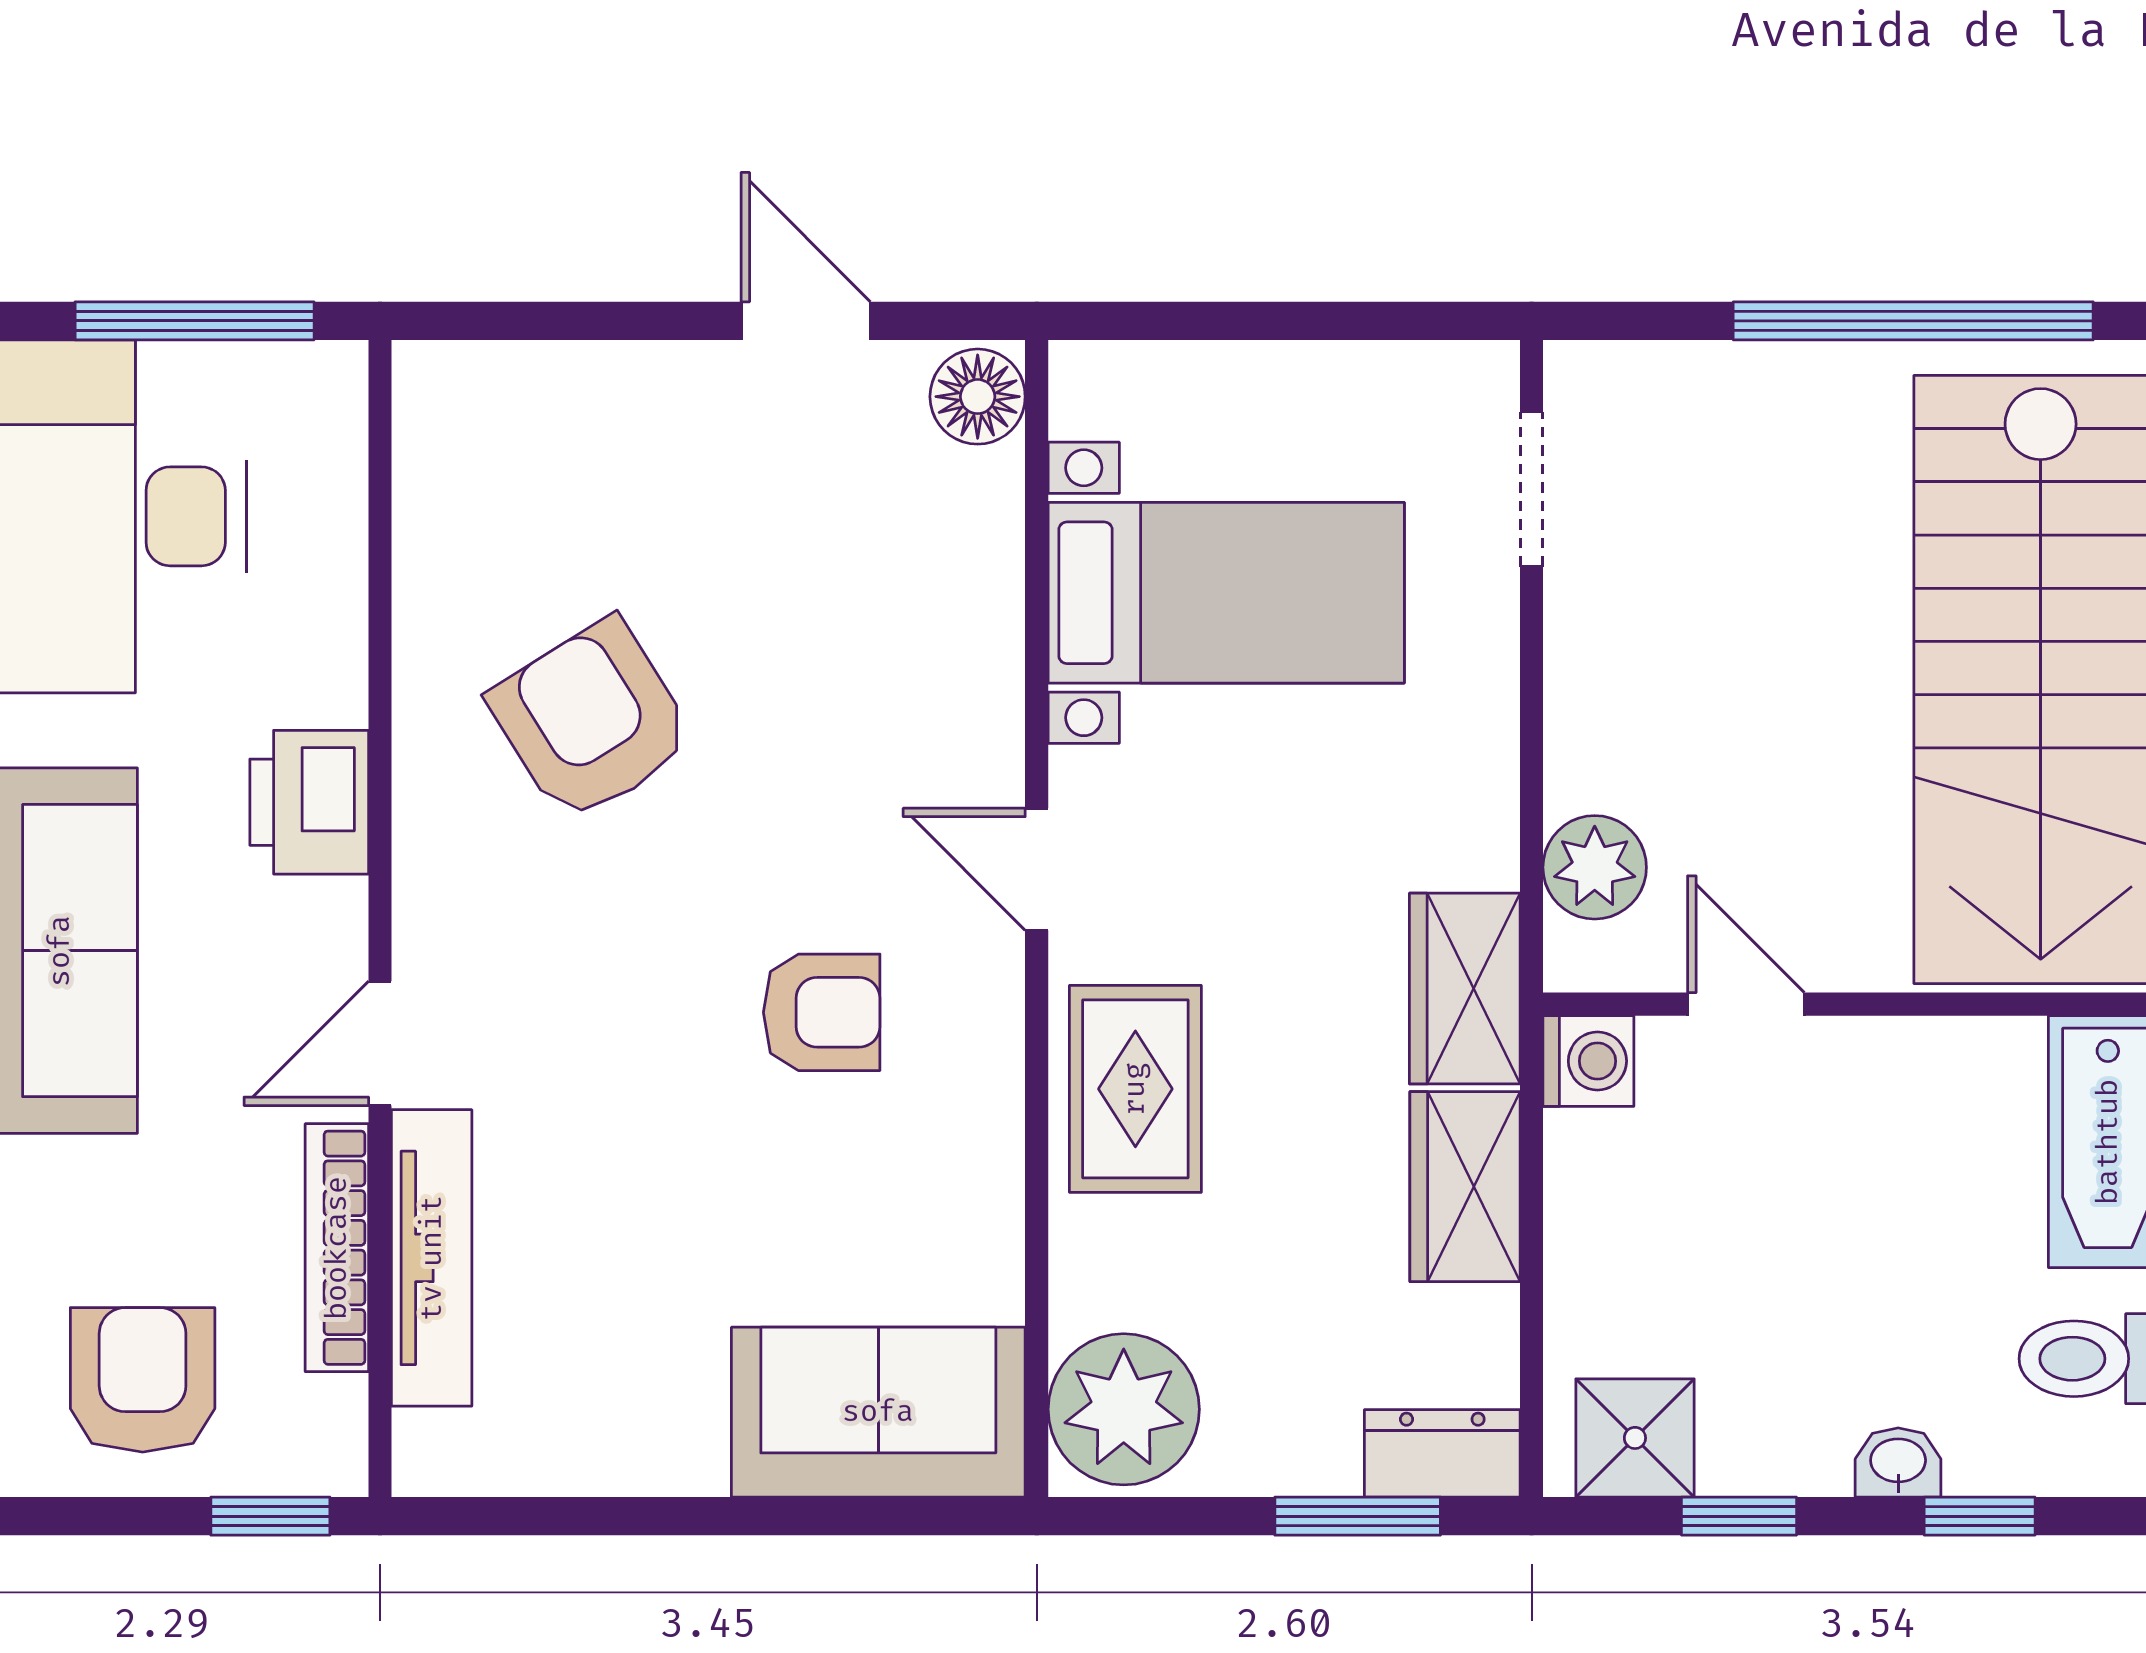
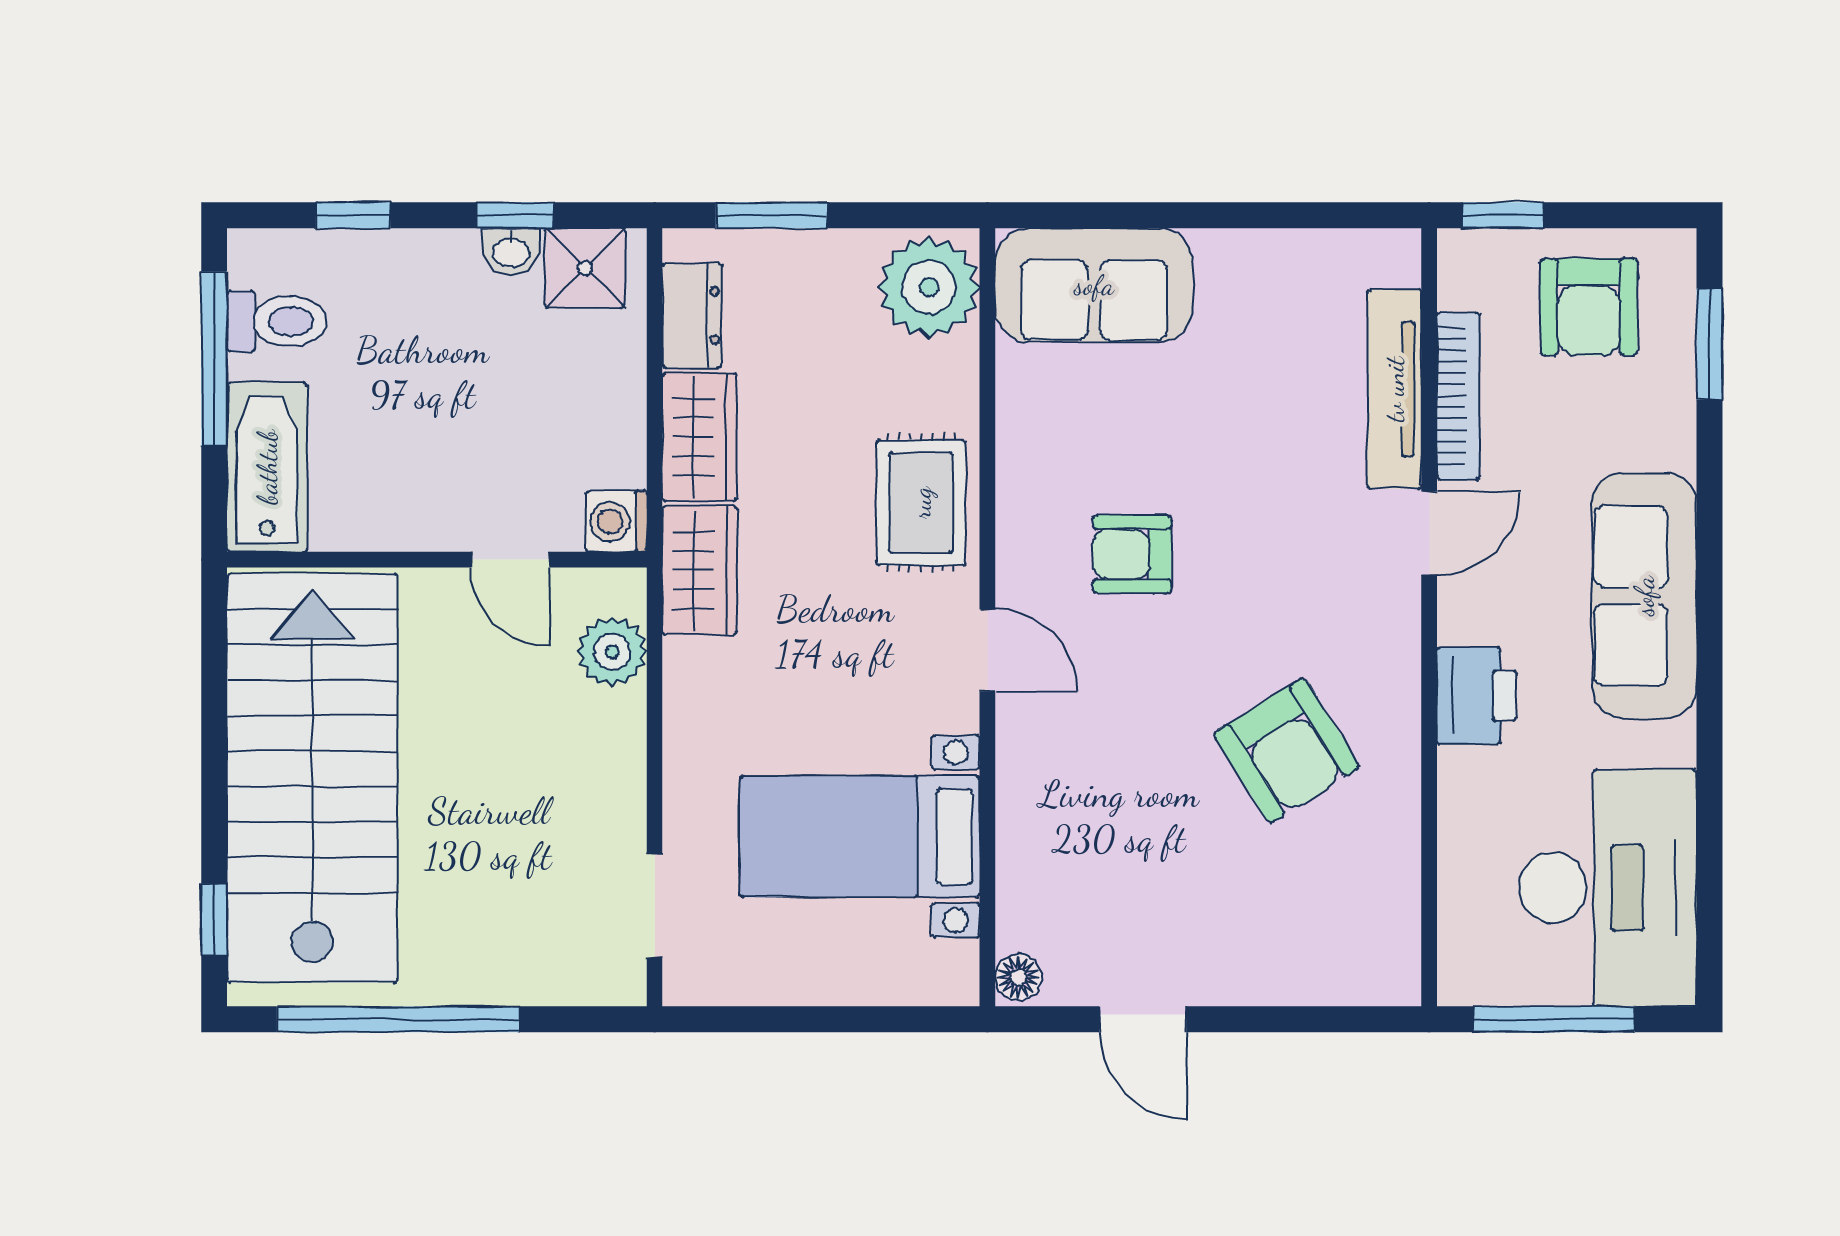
floor lamp: (978, 397) -> (1018, 977), width x0.73, depth x0.73
dresser: (1442, 1453) -> (692, 316), moved, turned -90
washbasin: (1898, 1462) -> (511, 251), moved

